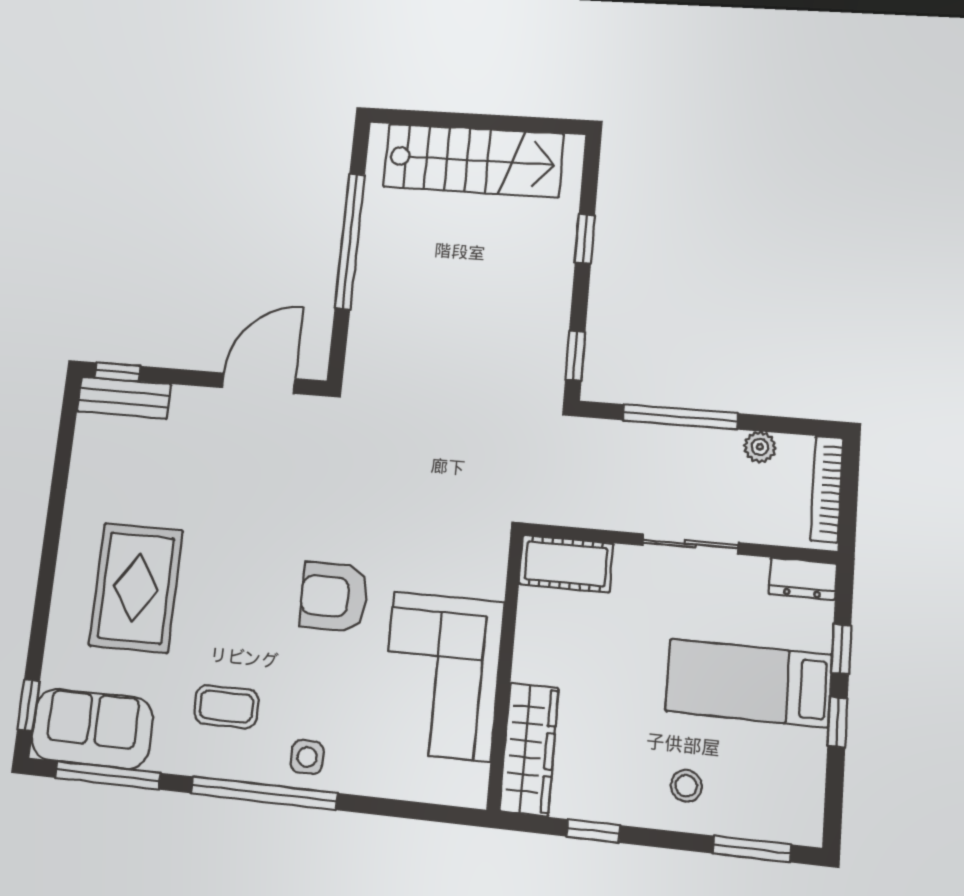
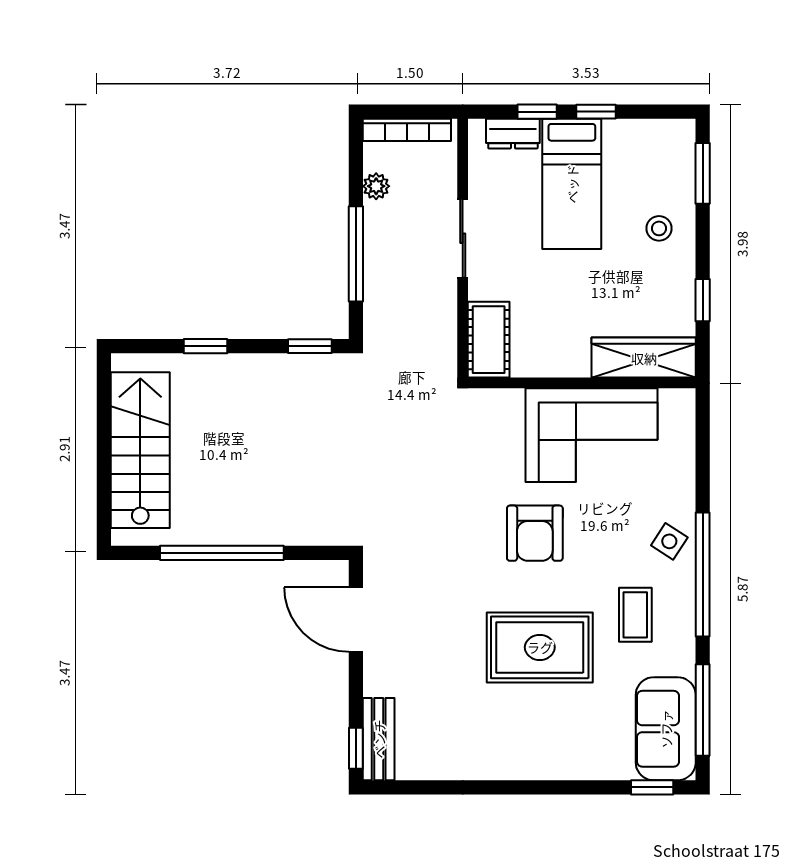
dresser: (803, 579) -> (513, 134), moved, turned 90
rug: (136, 588) -> (540, 647), moved
side table: (307, 757) -> (669, 541), turned 33

